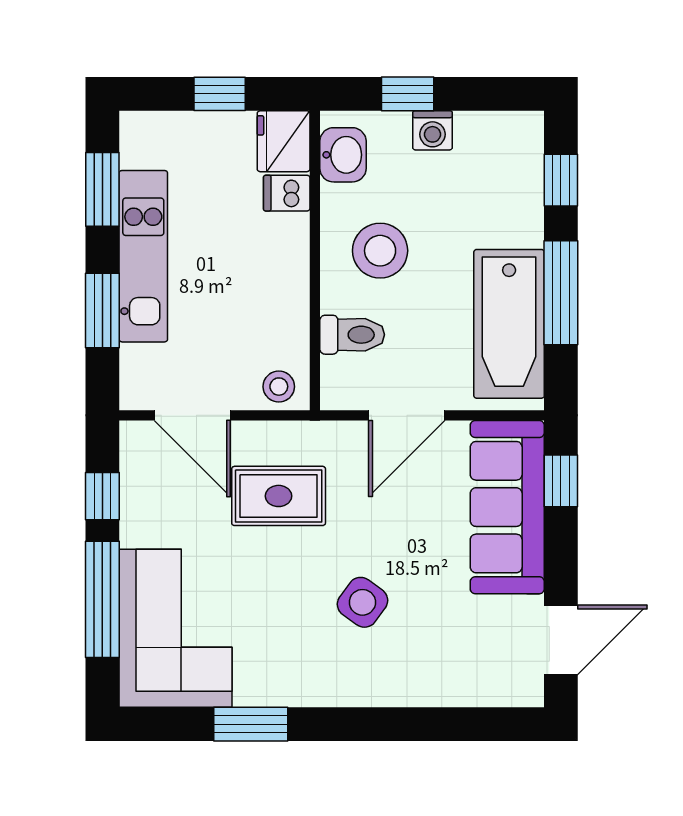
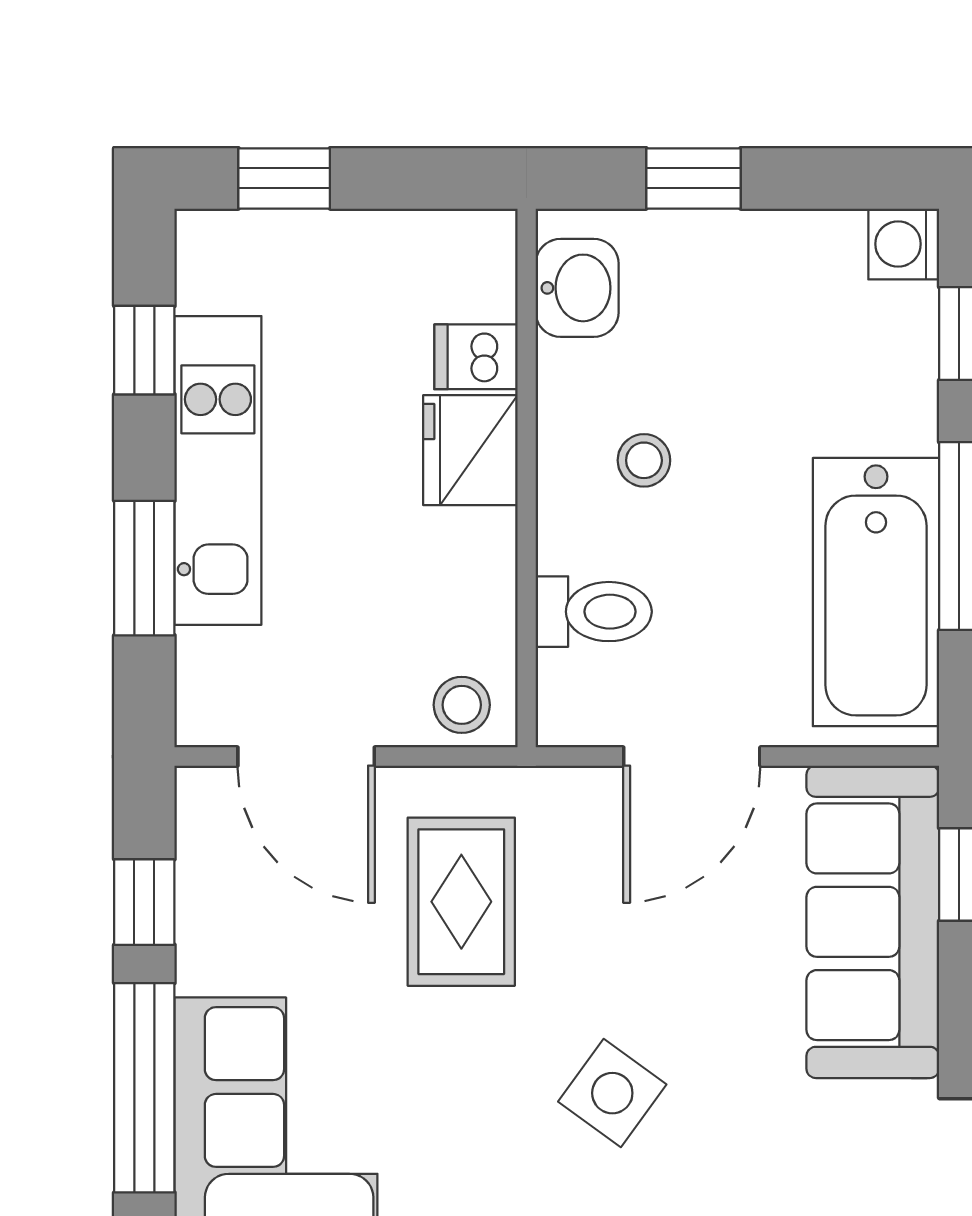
window: (220, 94) -> (284, 178), moved
washing machine: (432, 130) -> (904, 244), moved, turned 90
fridge: (284, 141) -> (470, 450), moved
window: (102, 189) -> (144, 350), width x0.67
stool: (380, 251) -> (644, 460), width x0.53, depth x0.53
rug: (279, 496) -> (461, 902), turned 90

